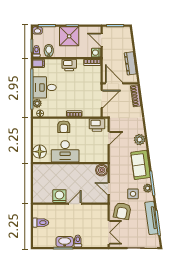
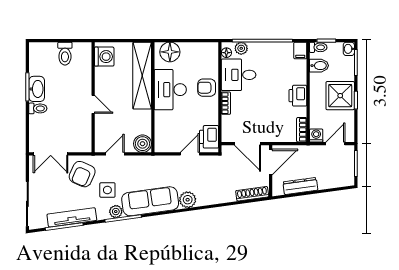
desk: (44, 87) -> (239, 75), moved, turned -90
door: (109, 138) -> (190, 154), swing flipped
sofa: (141, 165) -> (150, 201), width x1.36
shelving: (56, 170) -> (142, 76), added
washing machine: (59, 196) -> (104, 57), moved
armchair: (122, 211) -> (82, 174), turned -77

